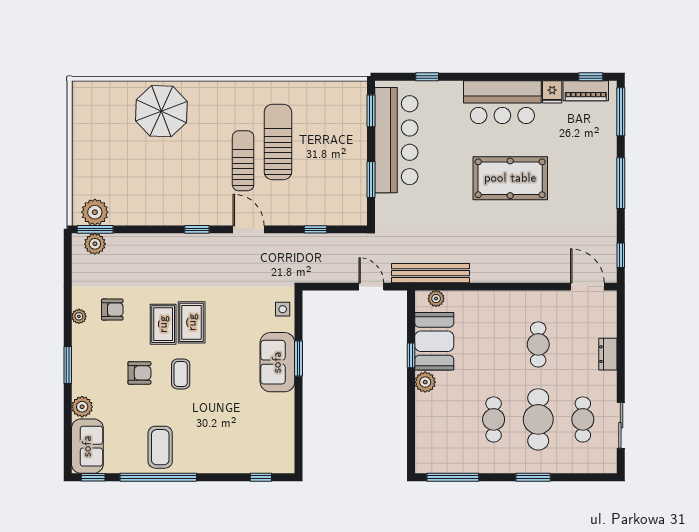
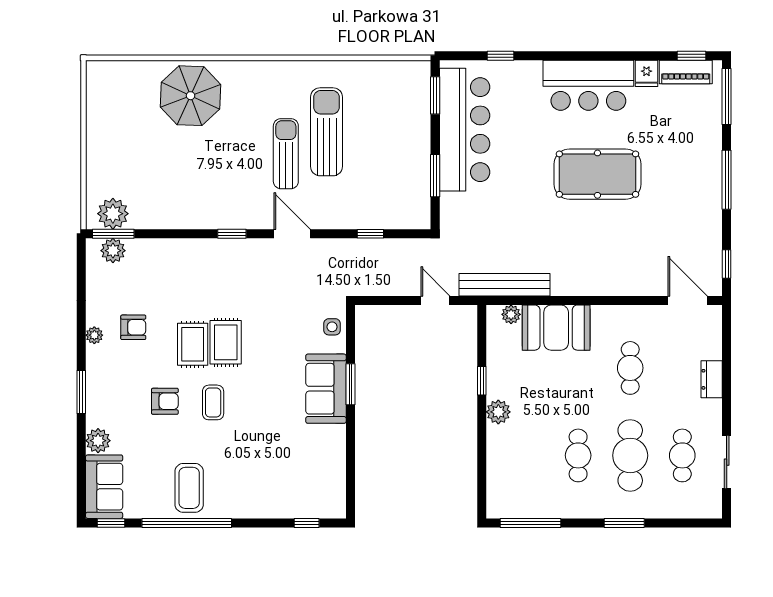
booth: (434, 341) -> (556, 328), moved, turned 90

